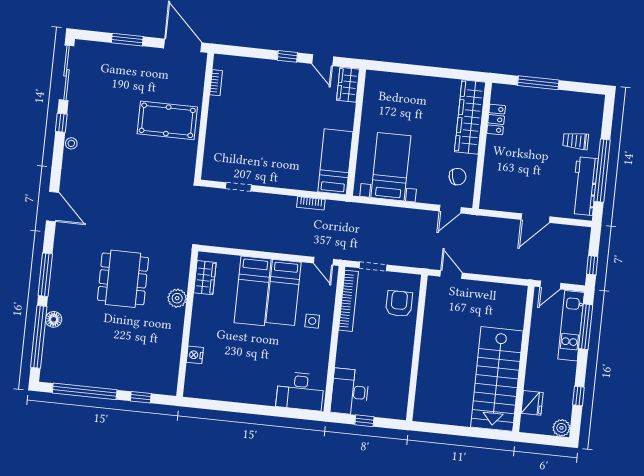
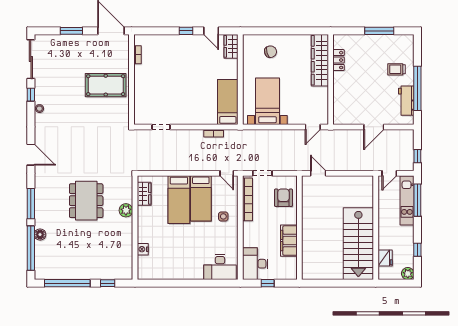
window: (538, 83) -> (379, 31), moved
chair: (458, 177) -> (270, 52), moved
workbench: (585, 186) -> (406, 101), width x0.73
filing cabinet: (400, 364) -> (289, 241), added

